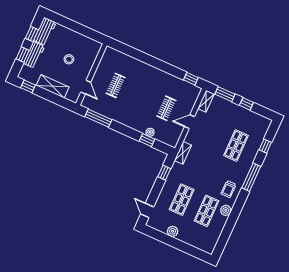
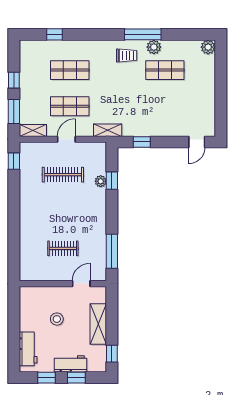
workbench: (45, 31) -> (28, 349), moved, turned 90
clothes rail: (166, 108) -> (63, 175), width x1.36
door: (190, 122) -> (66, 139), swing flipped
window: (251, 177) -> (143, 34), moved
shop shelf: (182, 200) -> (70, 106), moved
plant: (173, 231) -> (208, 47), moved

